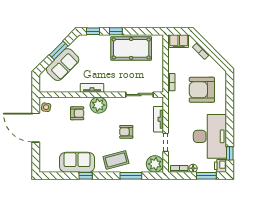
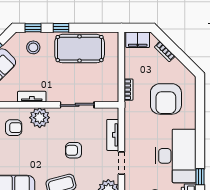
stool: (93, 47) -> (33, 47), added
armchair: (202, 90) -> (166, 99), turned -90
sliding door: (140, 95) -> (77, 105), moved

